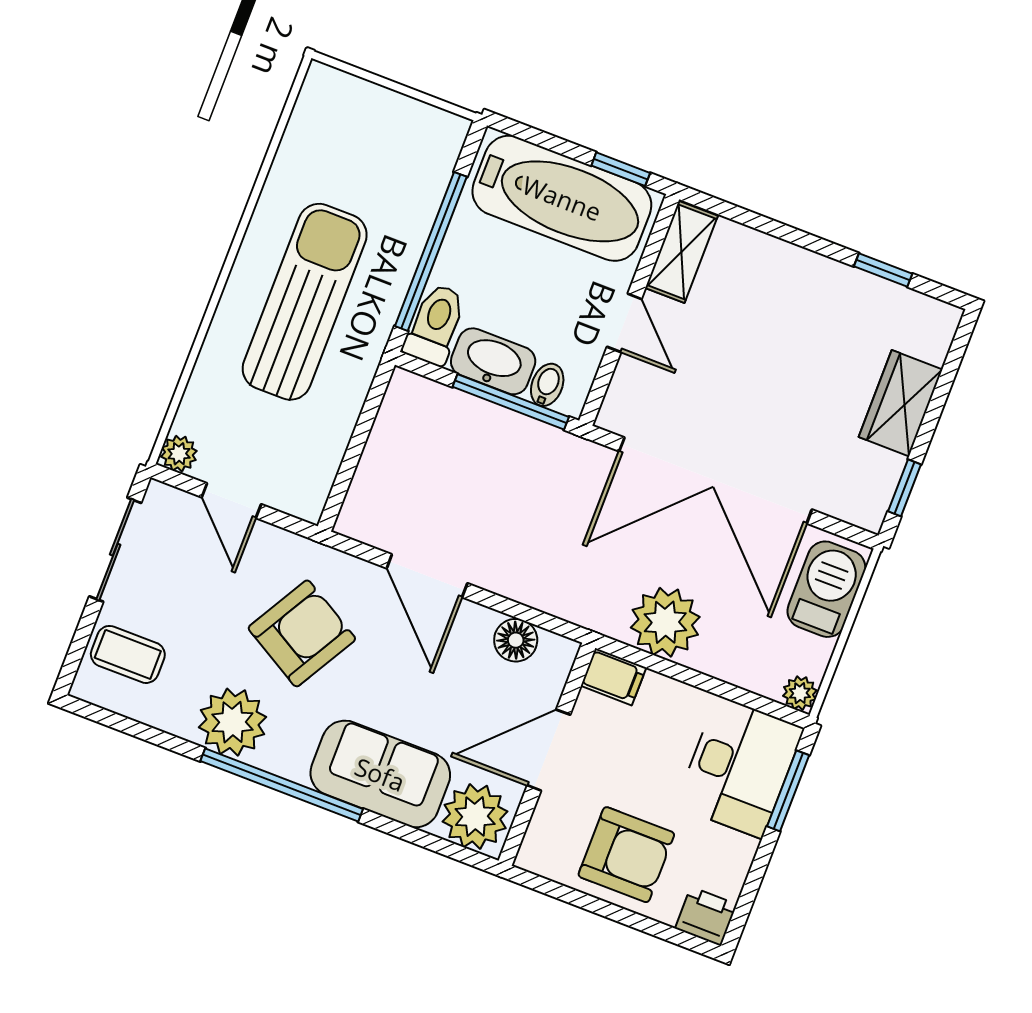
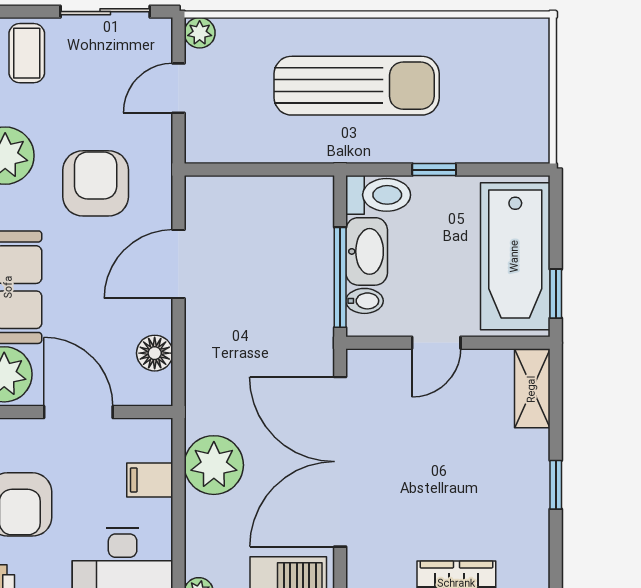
window: (431, 251) -> (434, 170), width x0.32
shelving: (681, 252) -> (532, 389), moved, turned 90
window: (883, 270) -> (556, 485), moved
armchair: (302, 633) -> (96, 183), turned -120
filing cabinet: (613, 677) -> (150, 480), moved, turned 90

